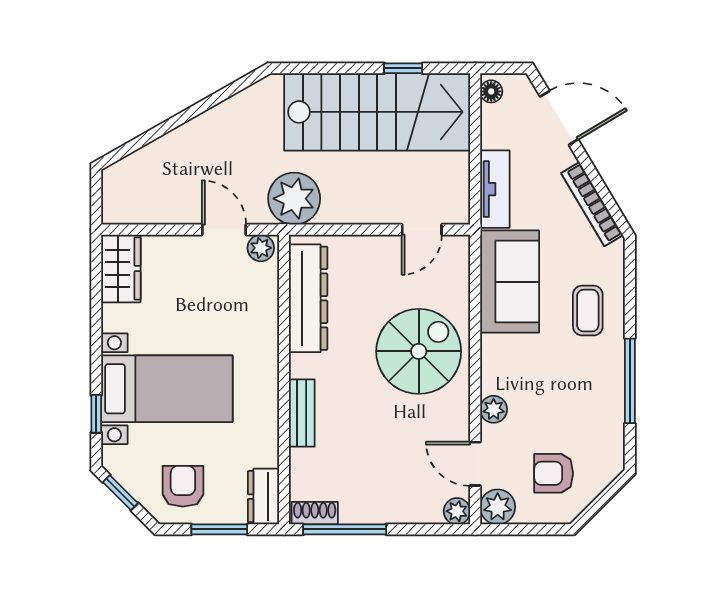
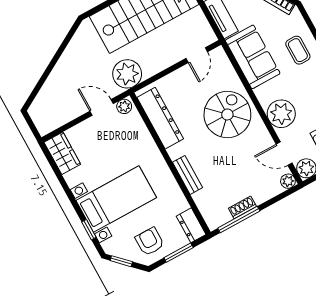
plant: (494, 409) -> (281, 114), width x1.87, depth x1.87
shoe rack: (315, 513) -> (242, 207), moved

